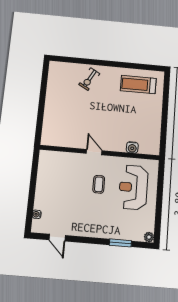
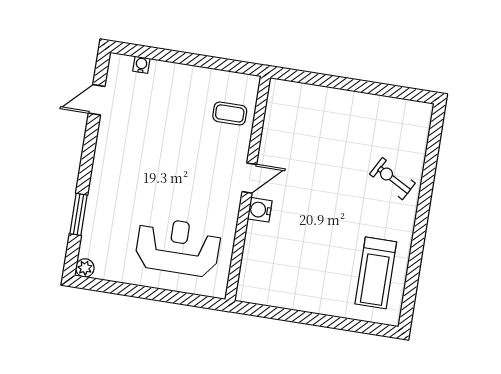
treadmill: (138, 85) -> (376, 273), turned 180
water cooler: (132, 147) -> (260, 210), moved
coffee table: (99, 184) -> (230, 113), moved

